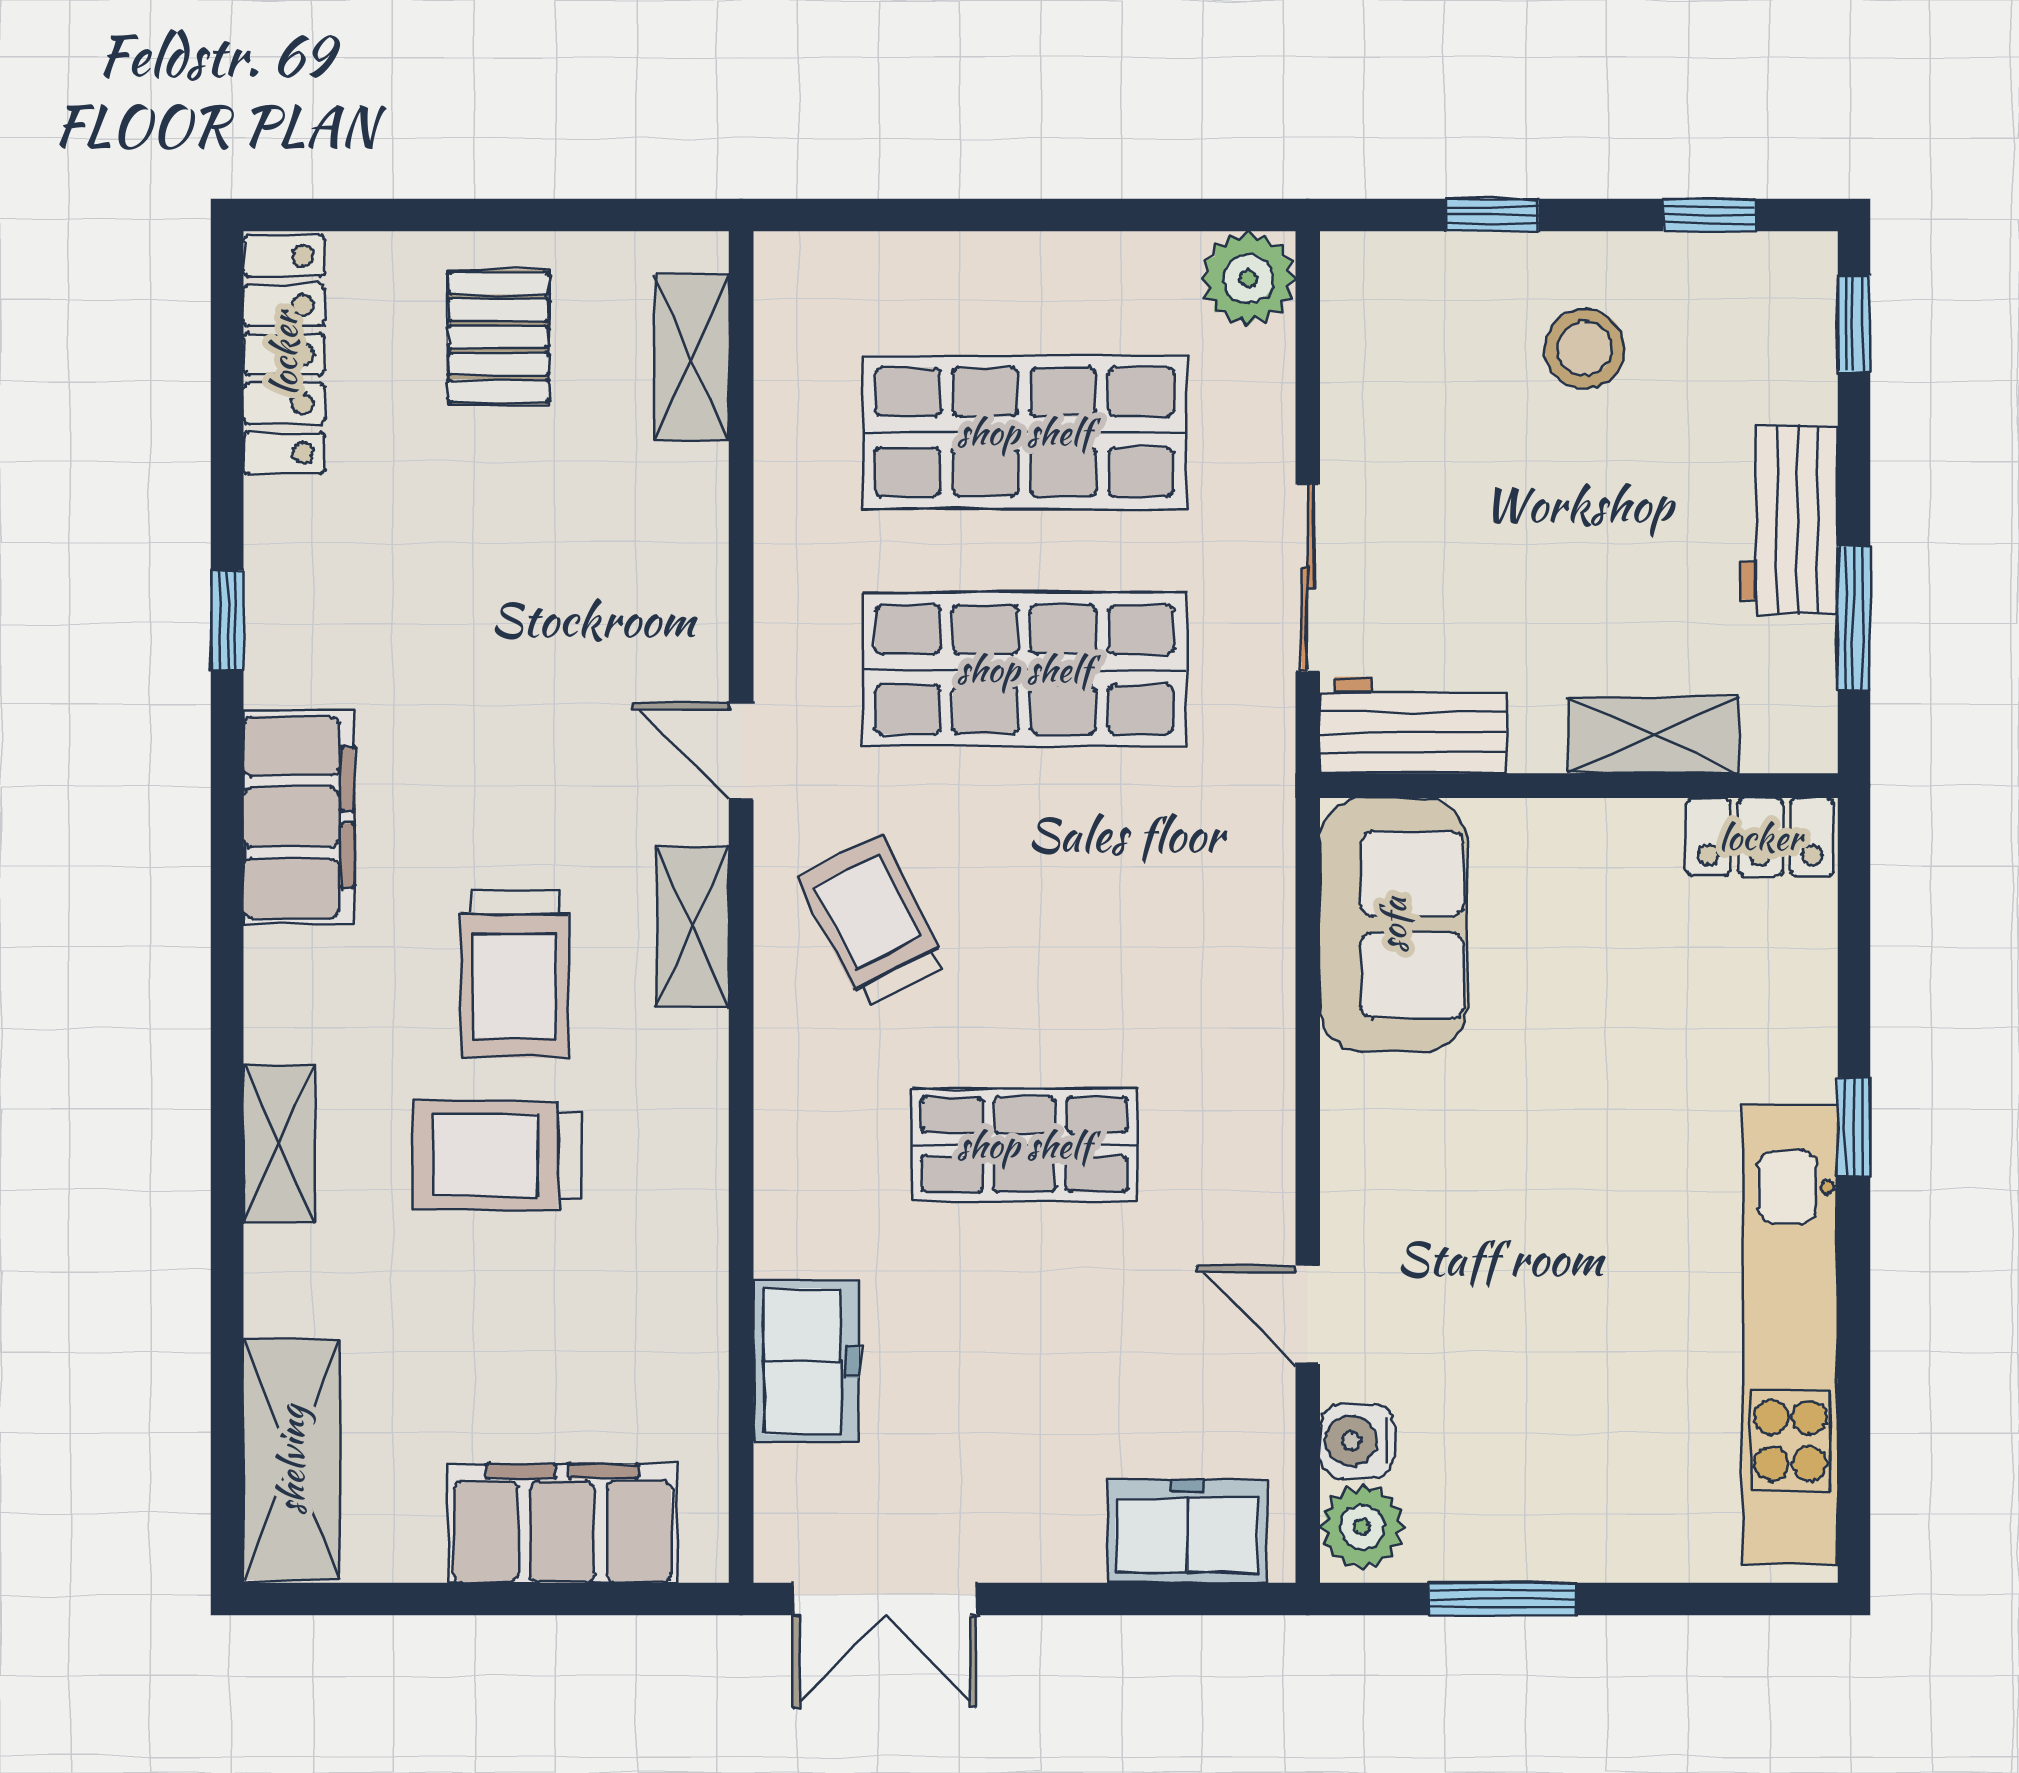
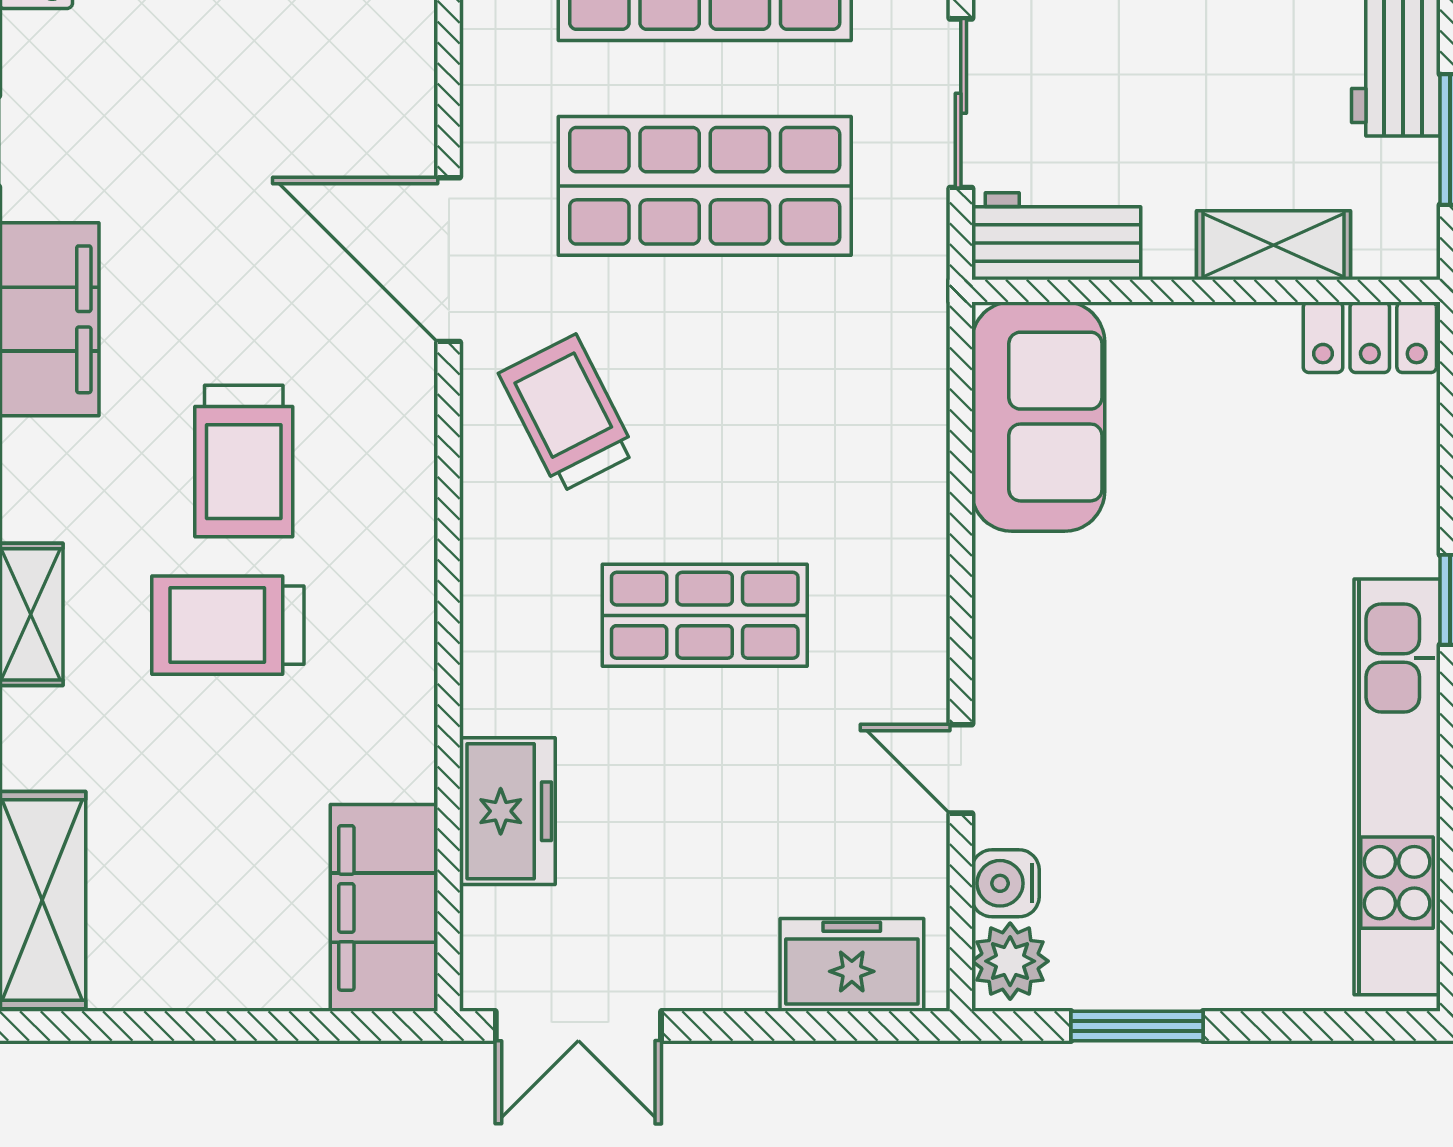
door: (741, 751) -> (449, 260), width x1.87
shelving: (693, 926) -> (405, 418), removed
filing cabinet: (562, 1523) -> (384, 908), moved, turned -90

